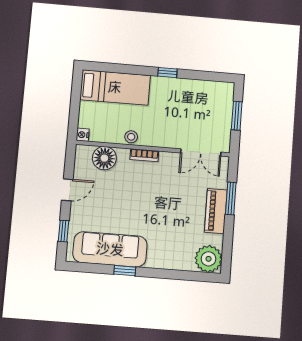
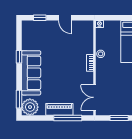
floor lamp: (104, 158) -> (86, 39), removed
window: (231, 198) -> (68, 118), width x1.44
sofa: (110, 249) -> (31, 73), moved
window: (194, 276) -> (19, 99), added

